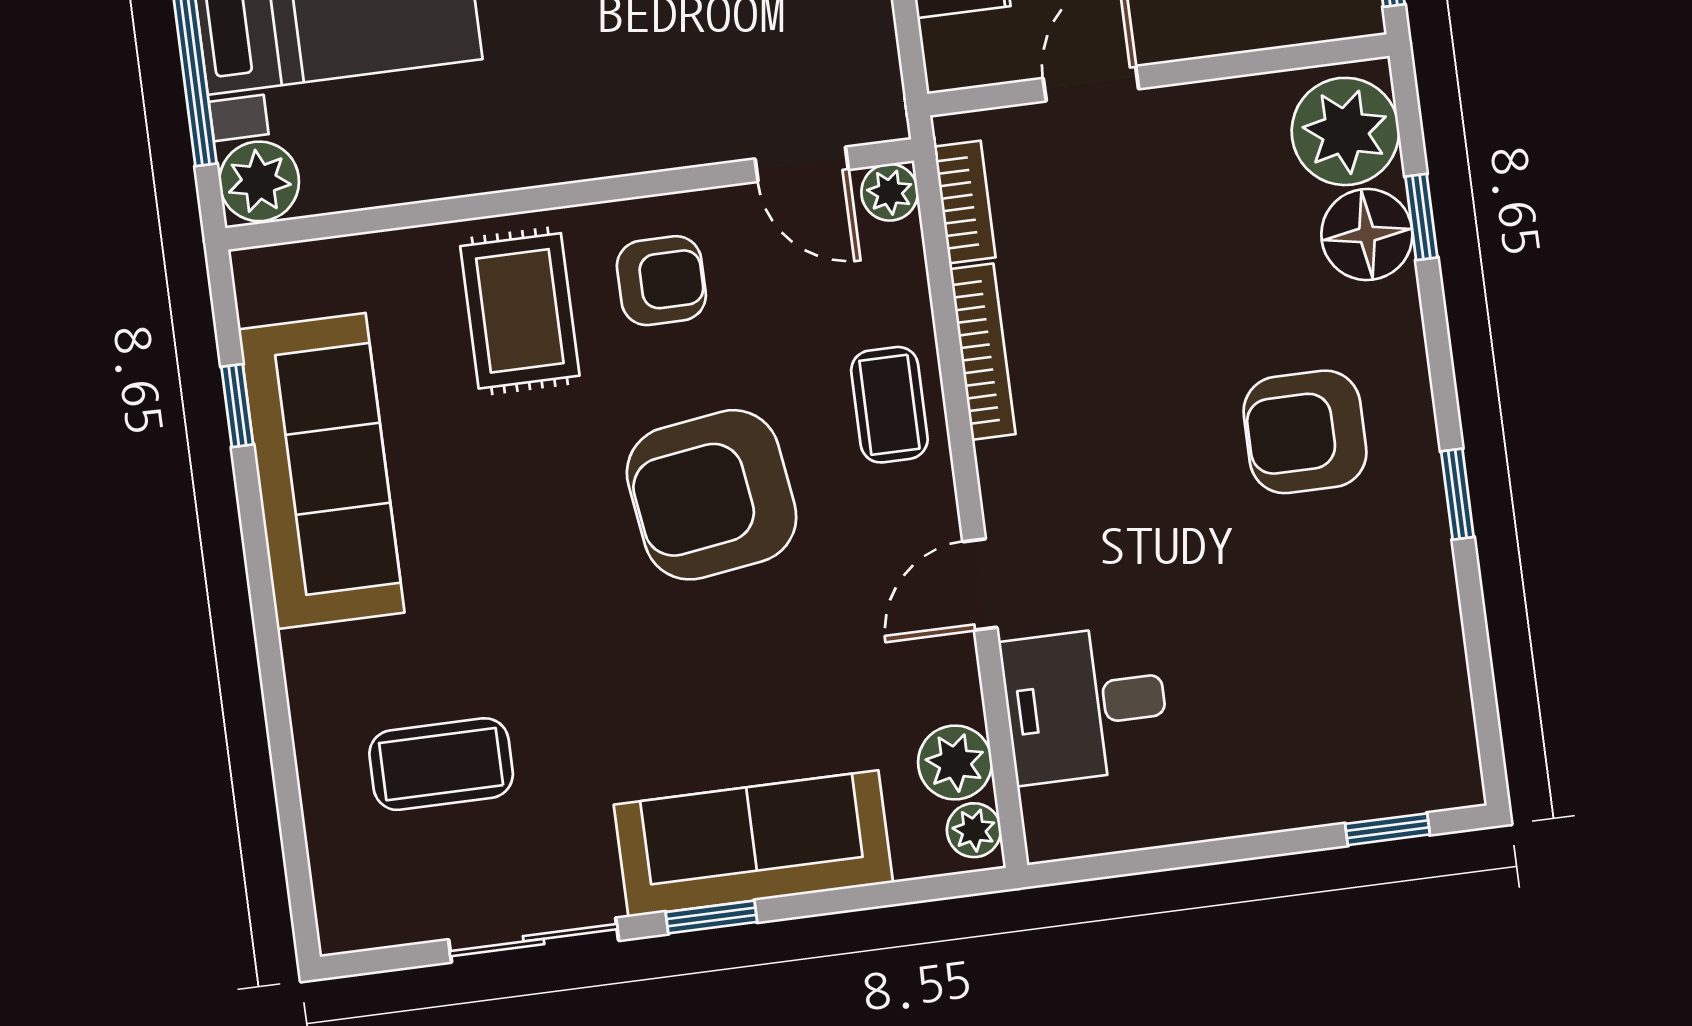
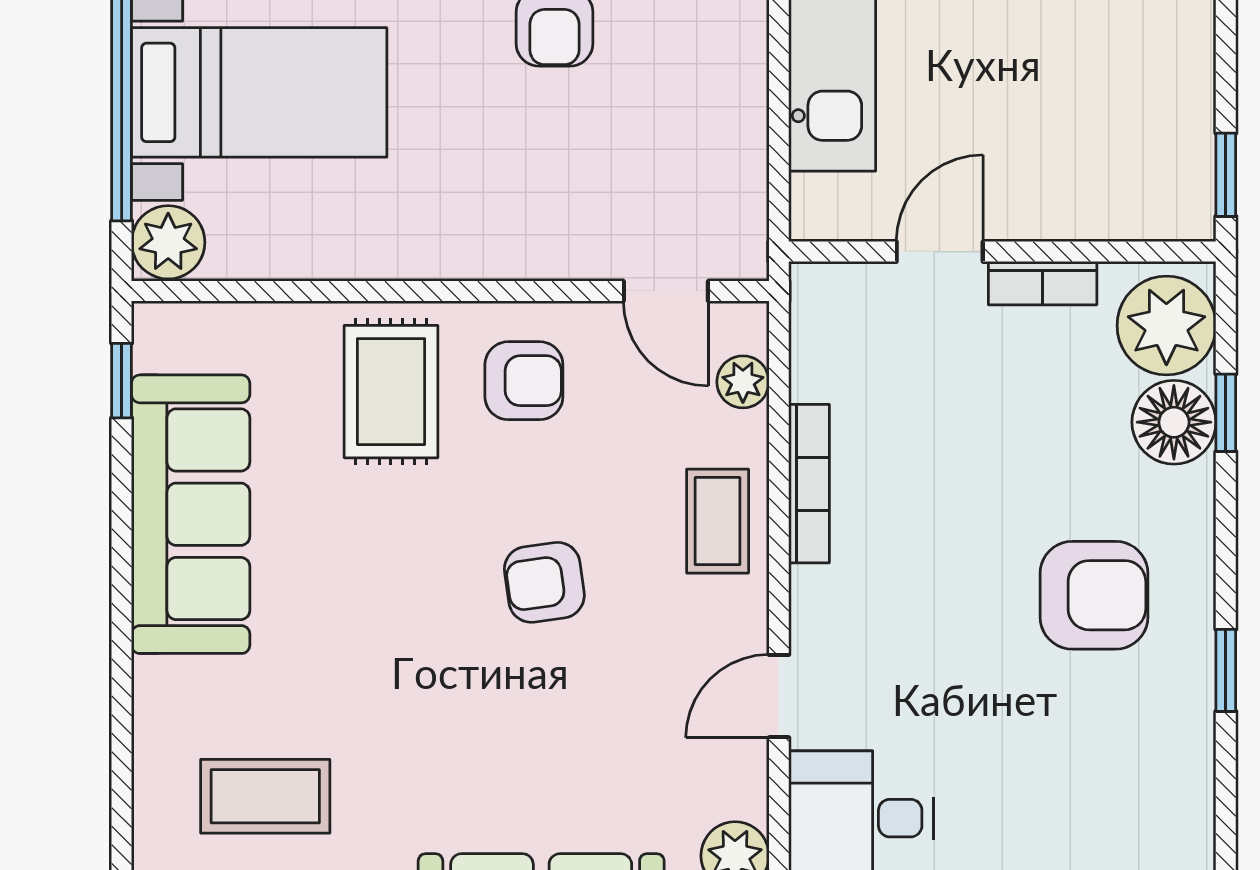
plant: (890, 192) -> (743, 382), moved
bookcase: (965, 202) -> (1043, 283), moved, turned 90
window: (237, 406) -> (122, 381), moved
armchair: (1305, 432) -> (1094, 595), turned 180
armchair: (712, 495) -> (544, 582), width x0.53, depth x0.53

